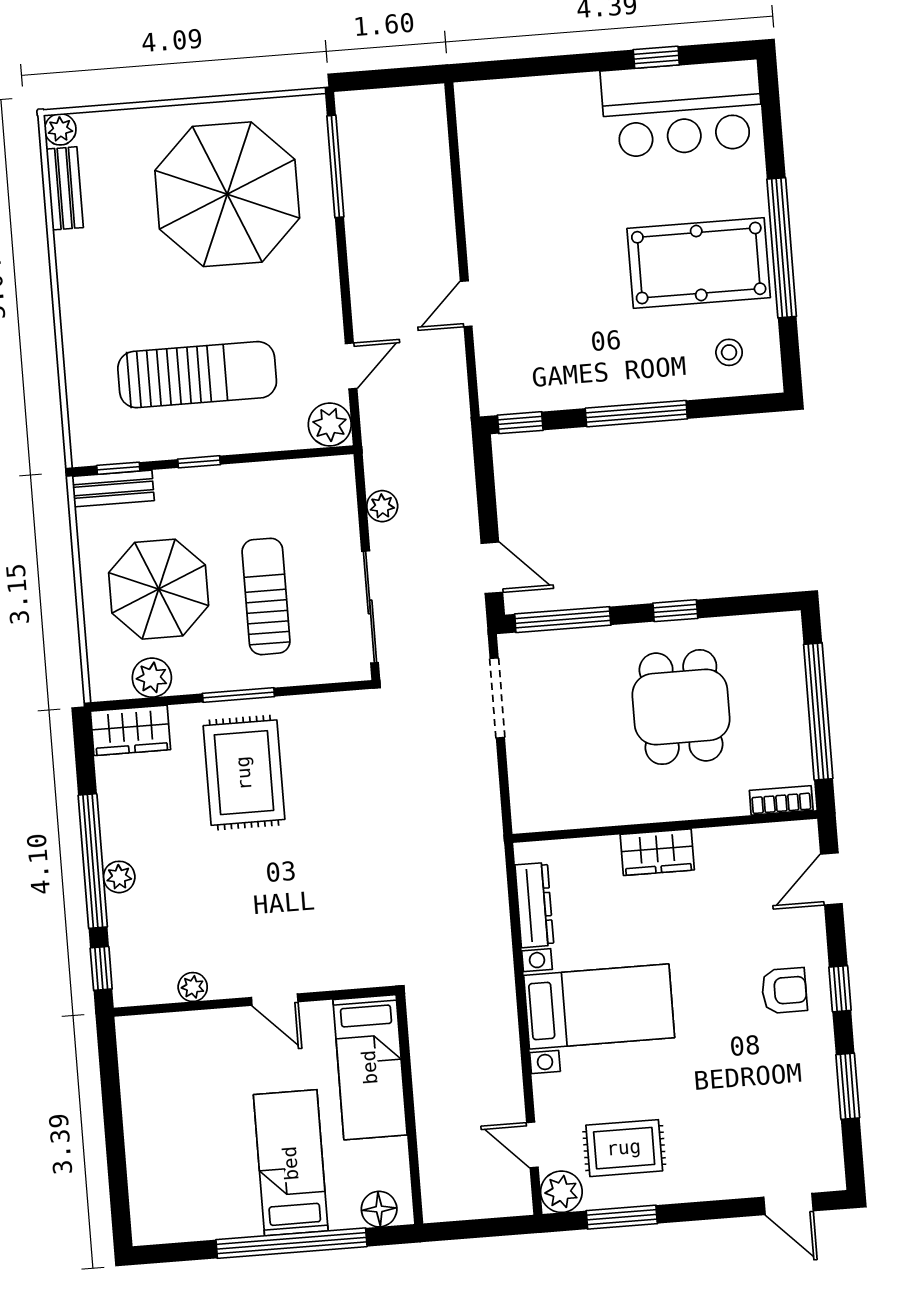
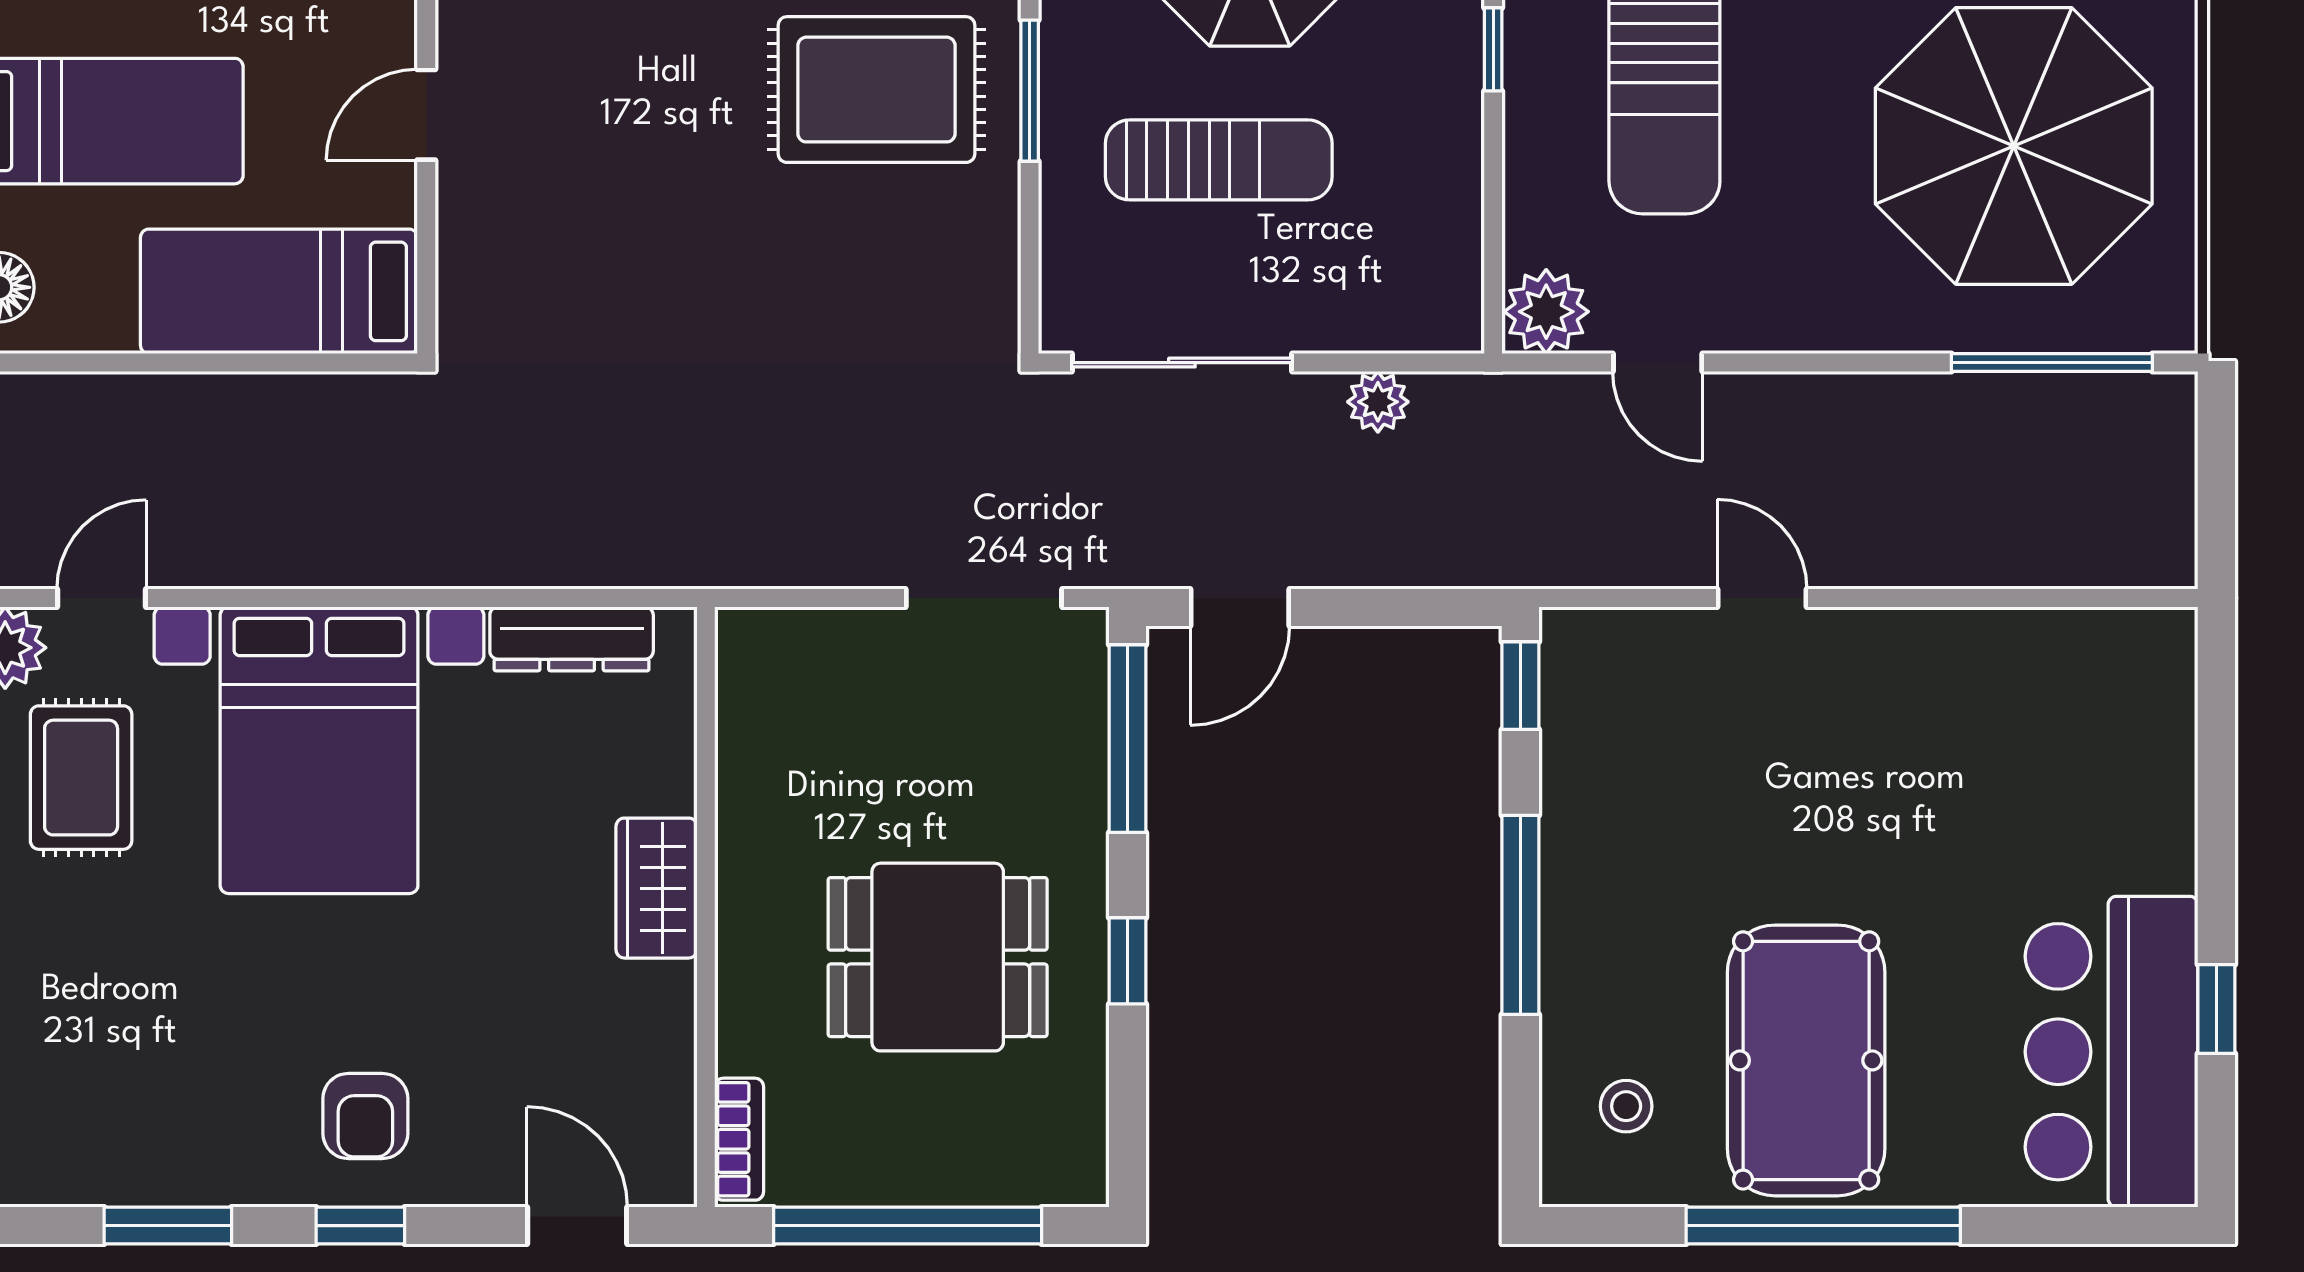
bed with nightstands: (599, 1006) -> (319, 750), width x1.36

